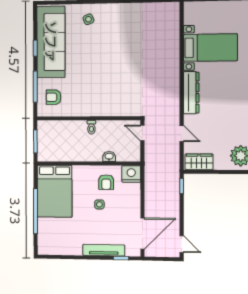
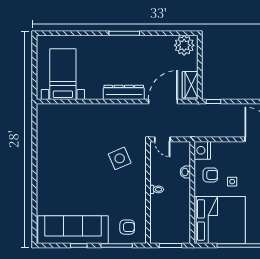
side table: (88, 19) -> (120, 158), moved, width x1.87, depth x1.87
bed with nightstands: (210, 48) -> (63, 74), moved
armchair: (53, 97) -> (127, 227), turned -90
door: (142, 133) -> (162, 139), hinge flipped
door: (182, 134) -> (163, 101), width x1.87
bed: (55, 191) -> (220, 220), width x1.36

